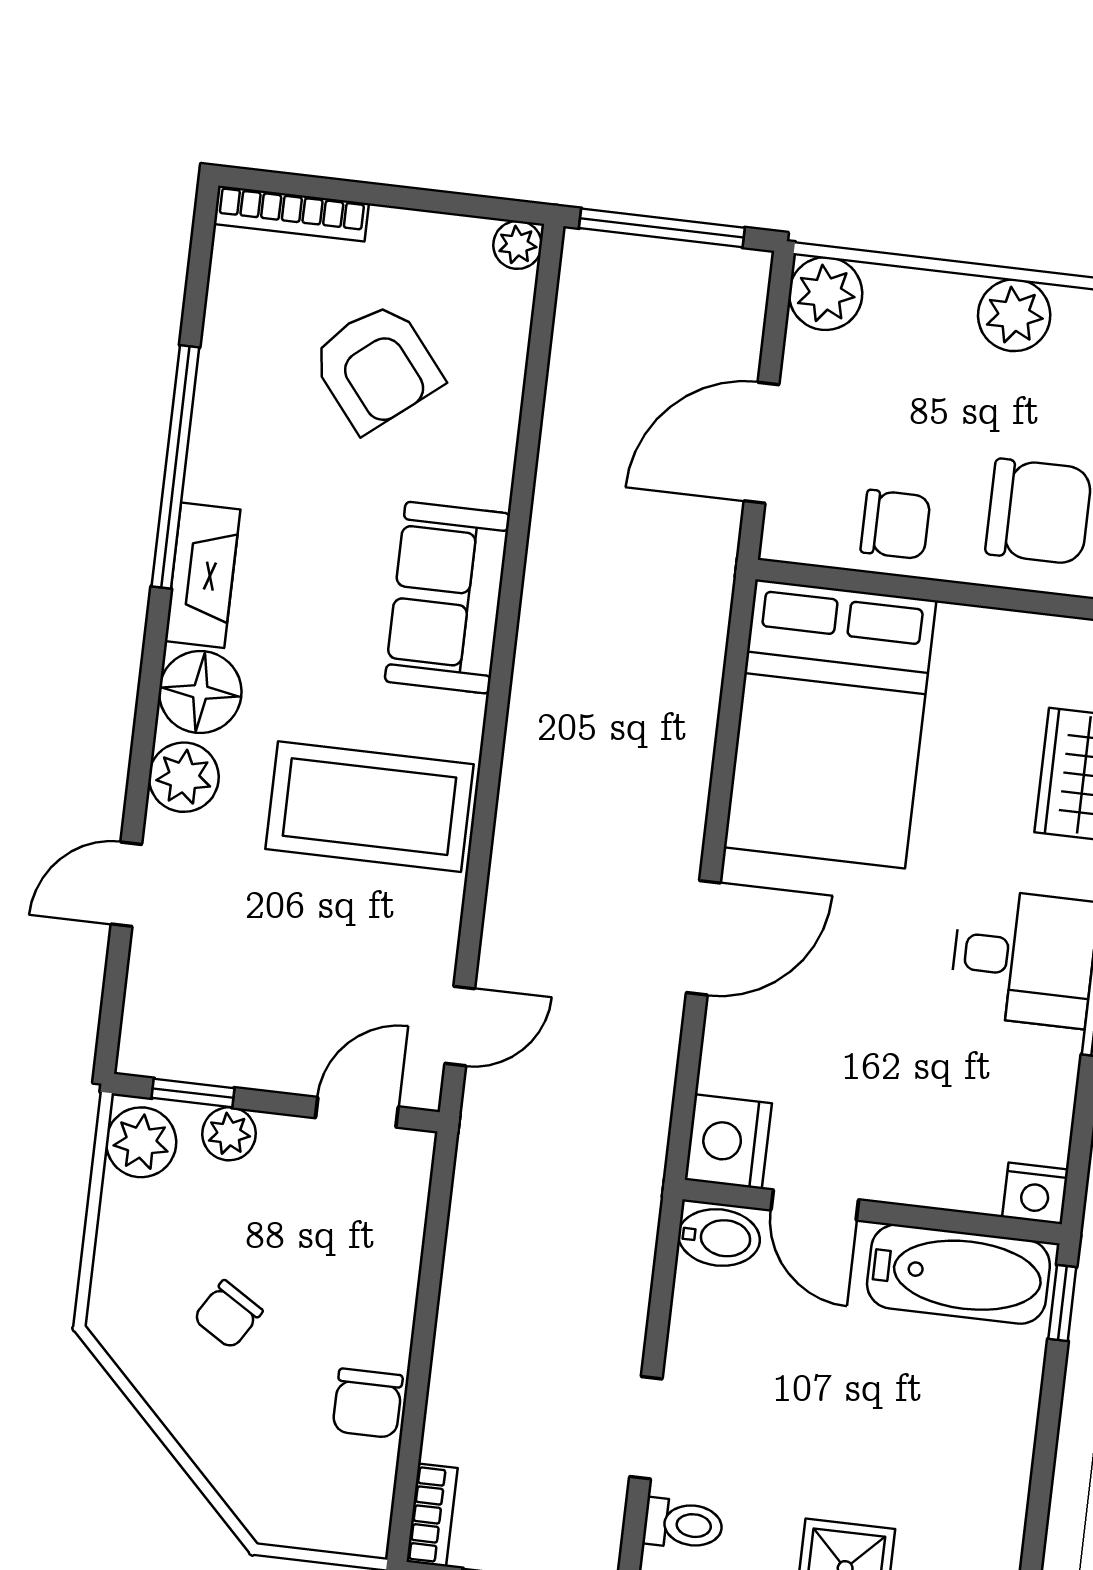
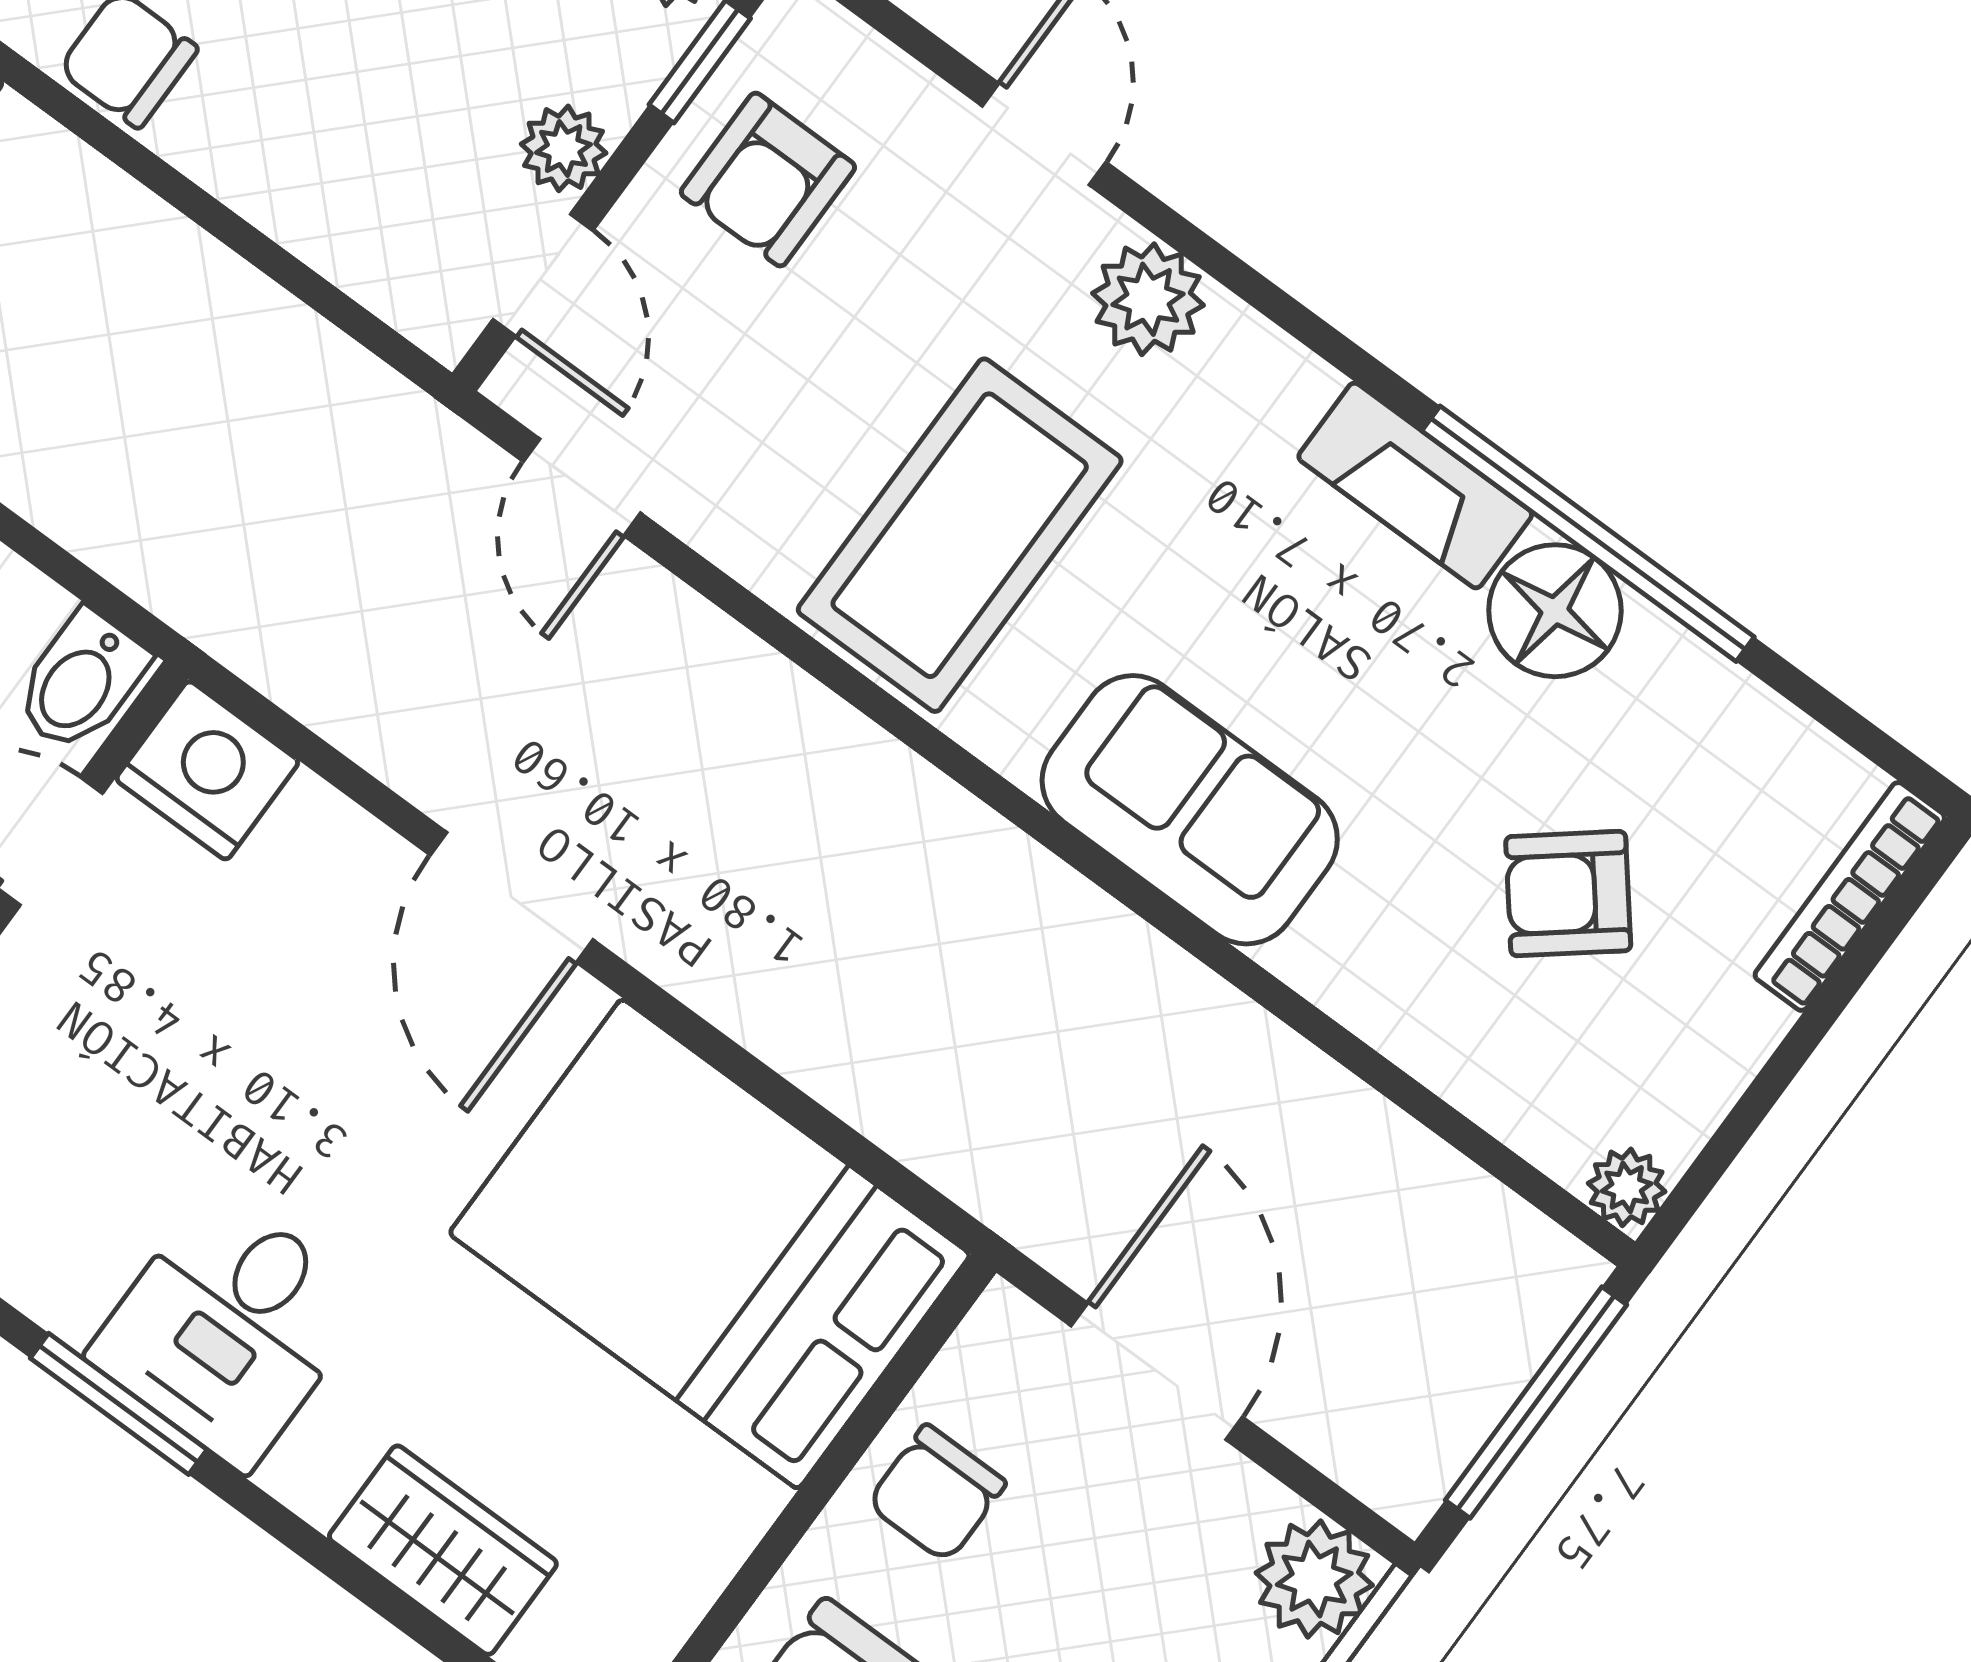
armchair: (376, 367) -> (1568, 894), width x0.72, depth x0.72
floor lamp: (200, 692) -> (1555, 611), moved
armchair: (236, 1020) -> (768, 180), added
plant: (229, 1134) -> (564, 148), moved

